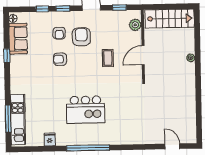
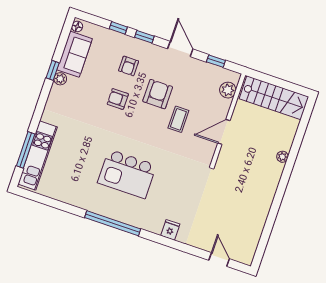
armchair: (81, 37) -> (158, 94), moved
plant: (14, 60) -> (60, 79), added
fridge: (50, 139) -> (170, 230), moved

